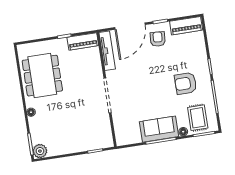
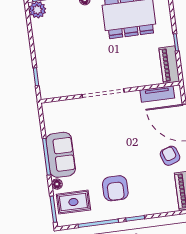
armchair: (158, 39) -> (170, 156), turned -113
tv unit: (107, 51) -> (157, 94), width x0.71
armchair: (186, 83) -> (115, 188), turned 180

